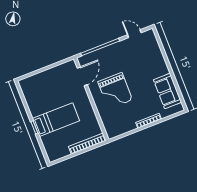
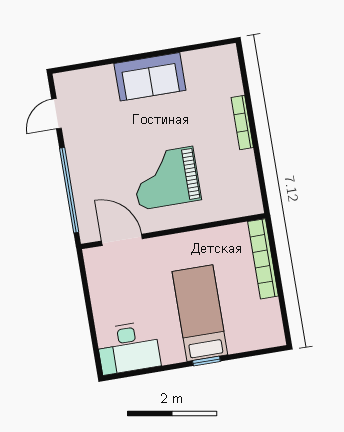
desk: (33, 90) -> (128, 348), added
grand piano: (115, 91) -> (166, 178), turned 180
sofa: (167, 91) -> (150, 77), moved

